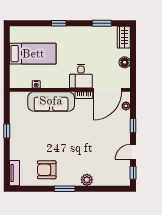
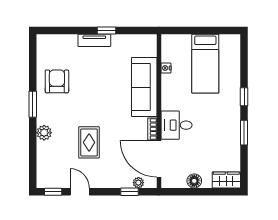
window: (102, 23) -> (244, 133), moved
window: (133, 126) -> (129, 192), moved
rug: (94, 145) -> (89, 142), added
tv unit: (15, 173) -> (94, 40), moved

